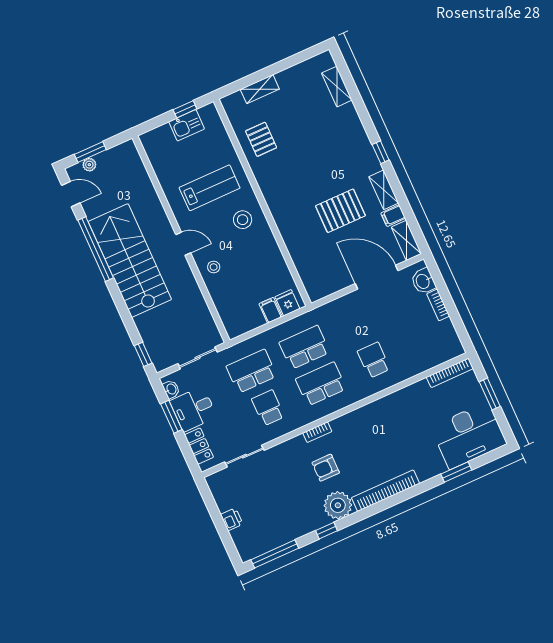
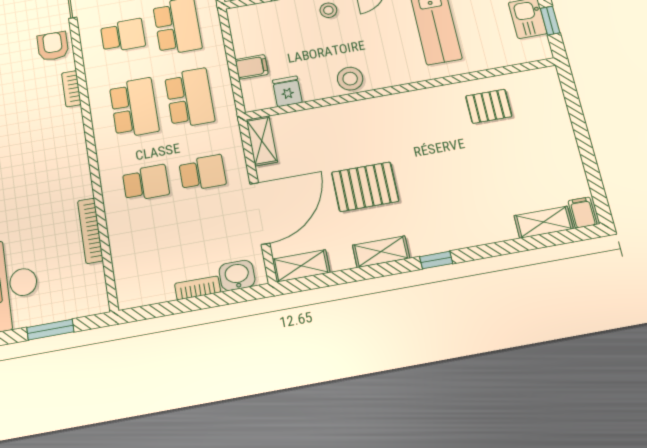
shelving: (260, 89) -> (262, 141), moved
pallet: (340, 211) -> (365, 187), turned 90
filing cabinet: (393, 216) -> (583, 213), moved
stool: (243, 220) -> (350, 79), moved
fridge: (287, 303) -> (287, 91), moved, turned -90
school desk: (357, 323) -> (202, 173), added
bookcase: (450, 373) -> (90, 231), moved
armchair: (326, 468) -> (53, 46), moved

